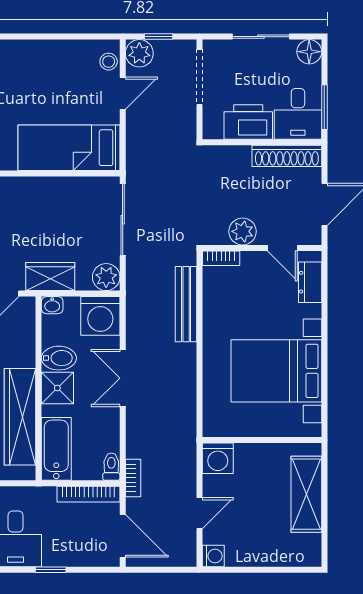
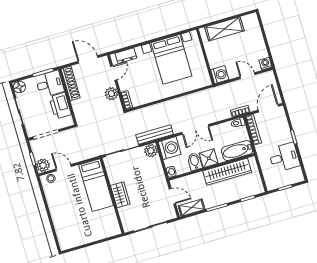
wardrobe: (50, 277) -> (120, 195), moved, turned 180
bench: (186, 304) -> (155, 135), moved

